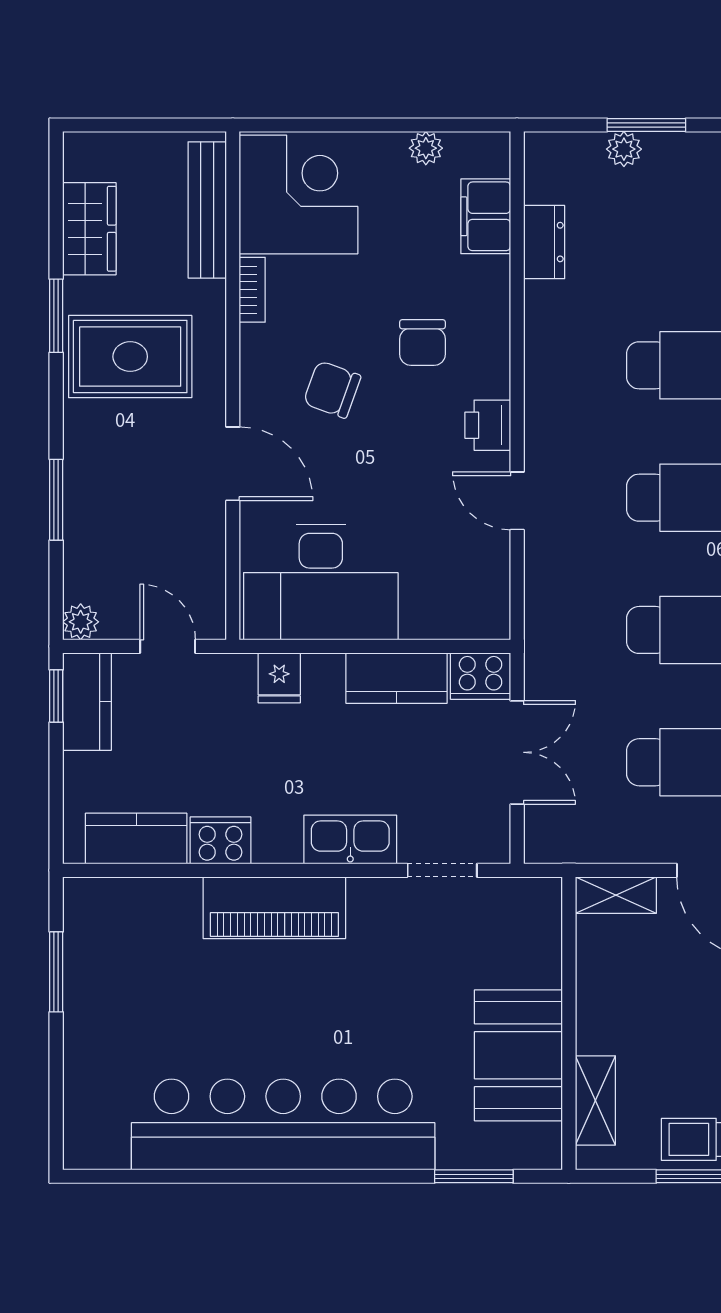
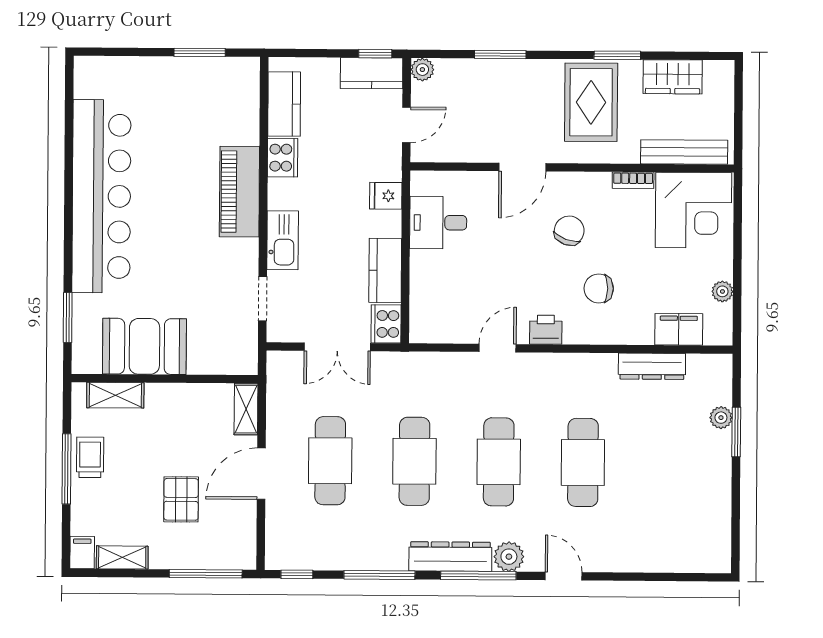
dresser: (544, 242) -> (652, 366), width x1.44
desk: (321, 582) -> (438, 223), width x0.53, depth x0.77

